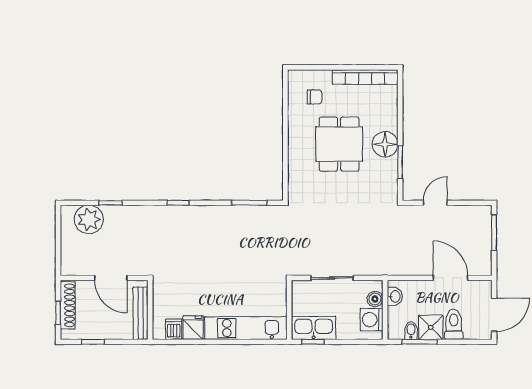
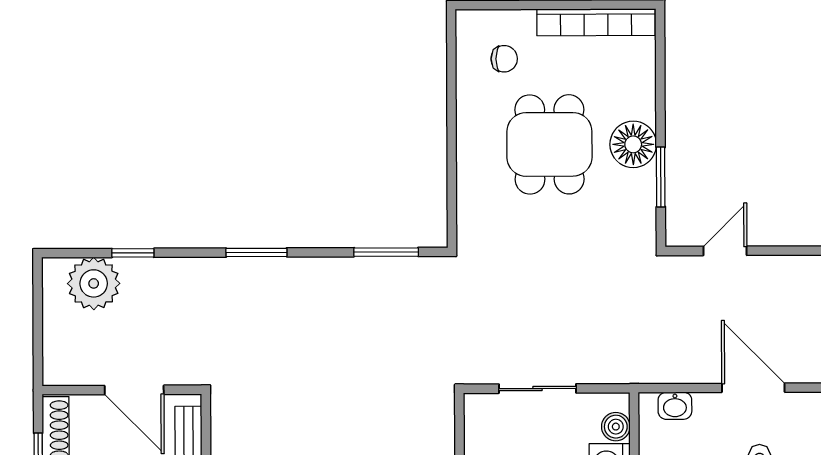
window: (178, 203) -> (256, 252), width x1.50
washbasin: (395, 296) -> (675, 406), moved, turned 90

